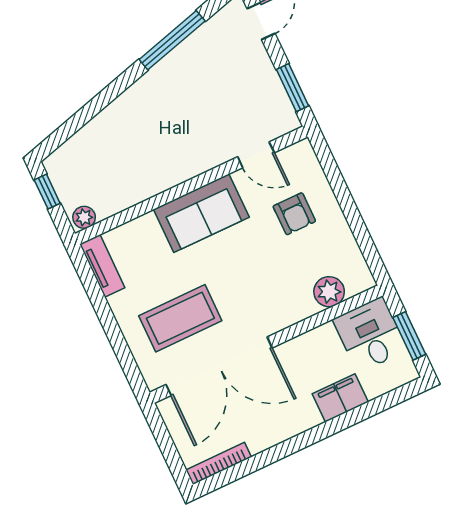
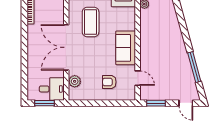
door: (256, 155) -> (138, 78), swing flipped
double door: (219, 366) -> (66, 47), moved
filing cabinet: (340, 398) -> (34, 67), removed

